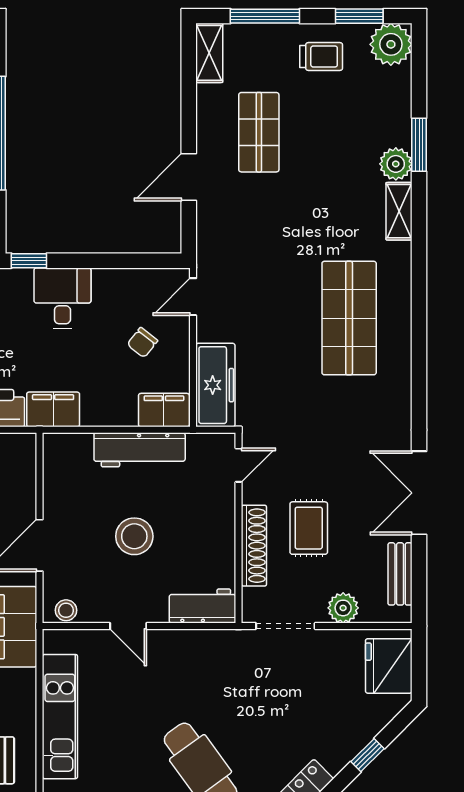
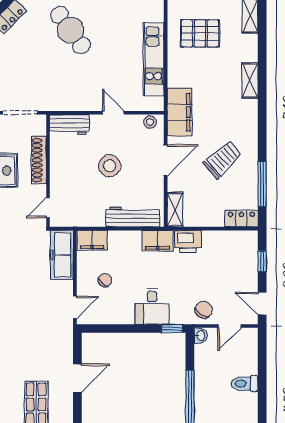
workbench: (140, 450) -> (133, 217), moved
shelving: (24, 462) -> (175, 210), added

